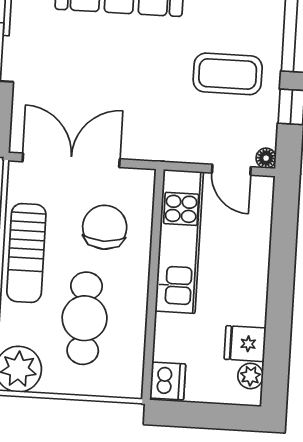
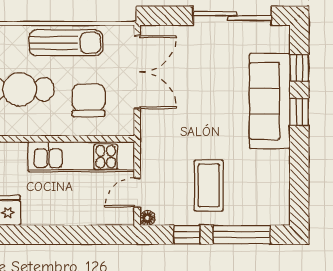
chair: (105, 227) -> (89, 100), turned -90
sun lounger: (26, 253) -> (66, 43), turned 180

